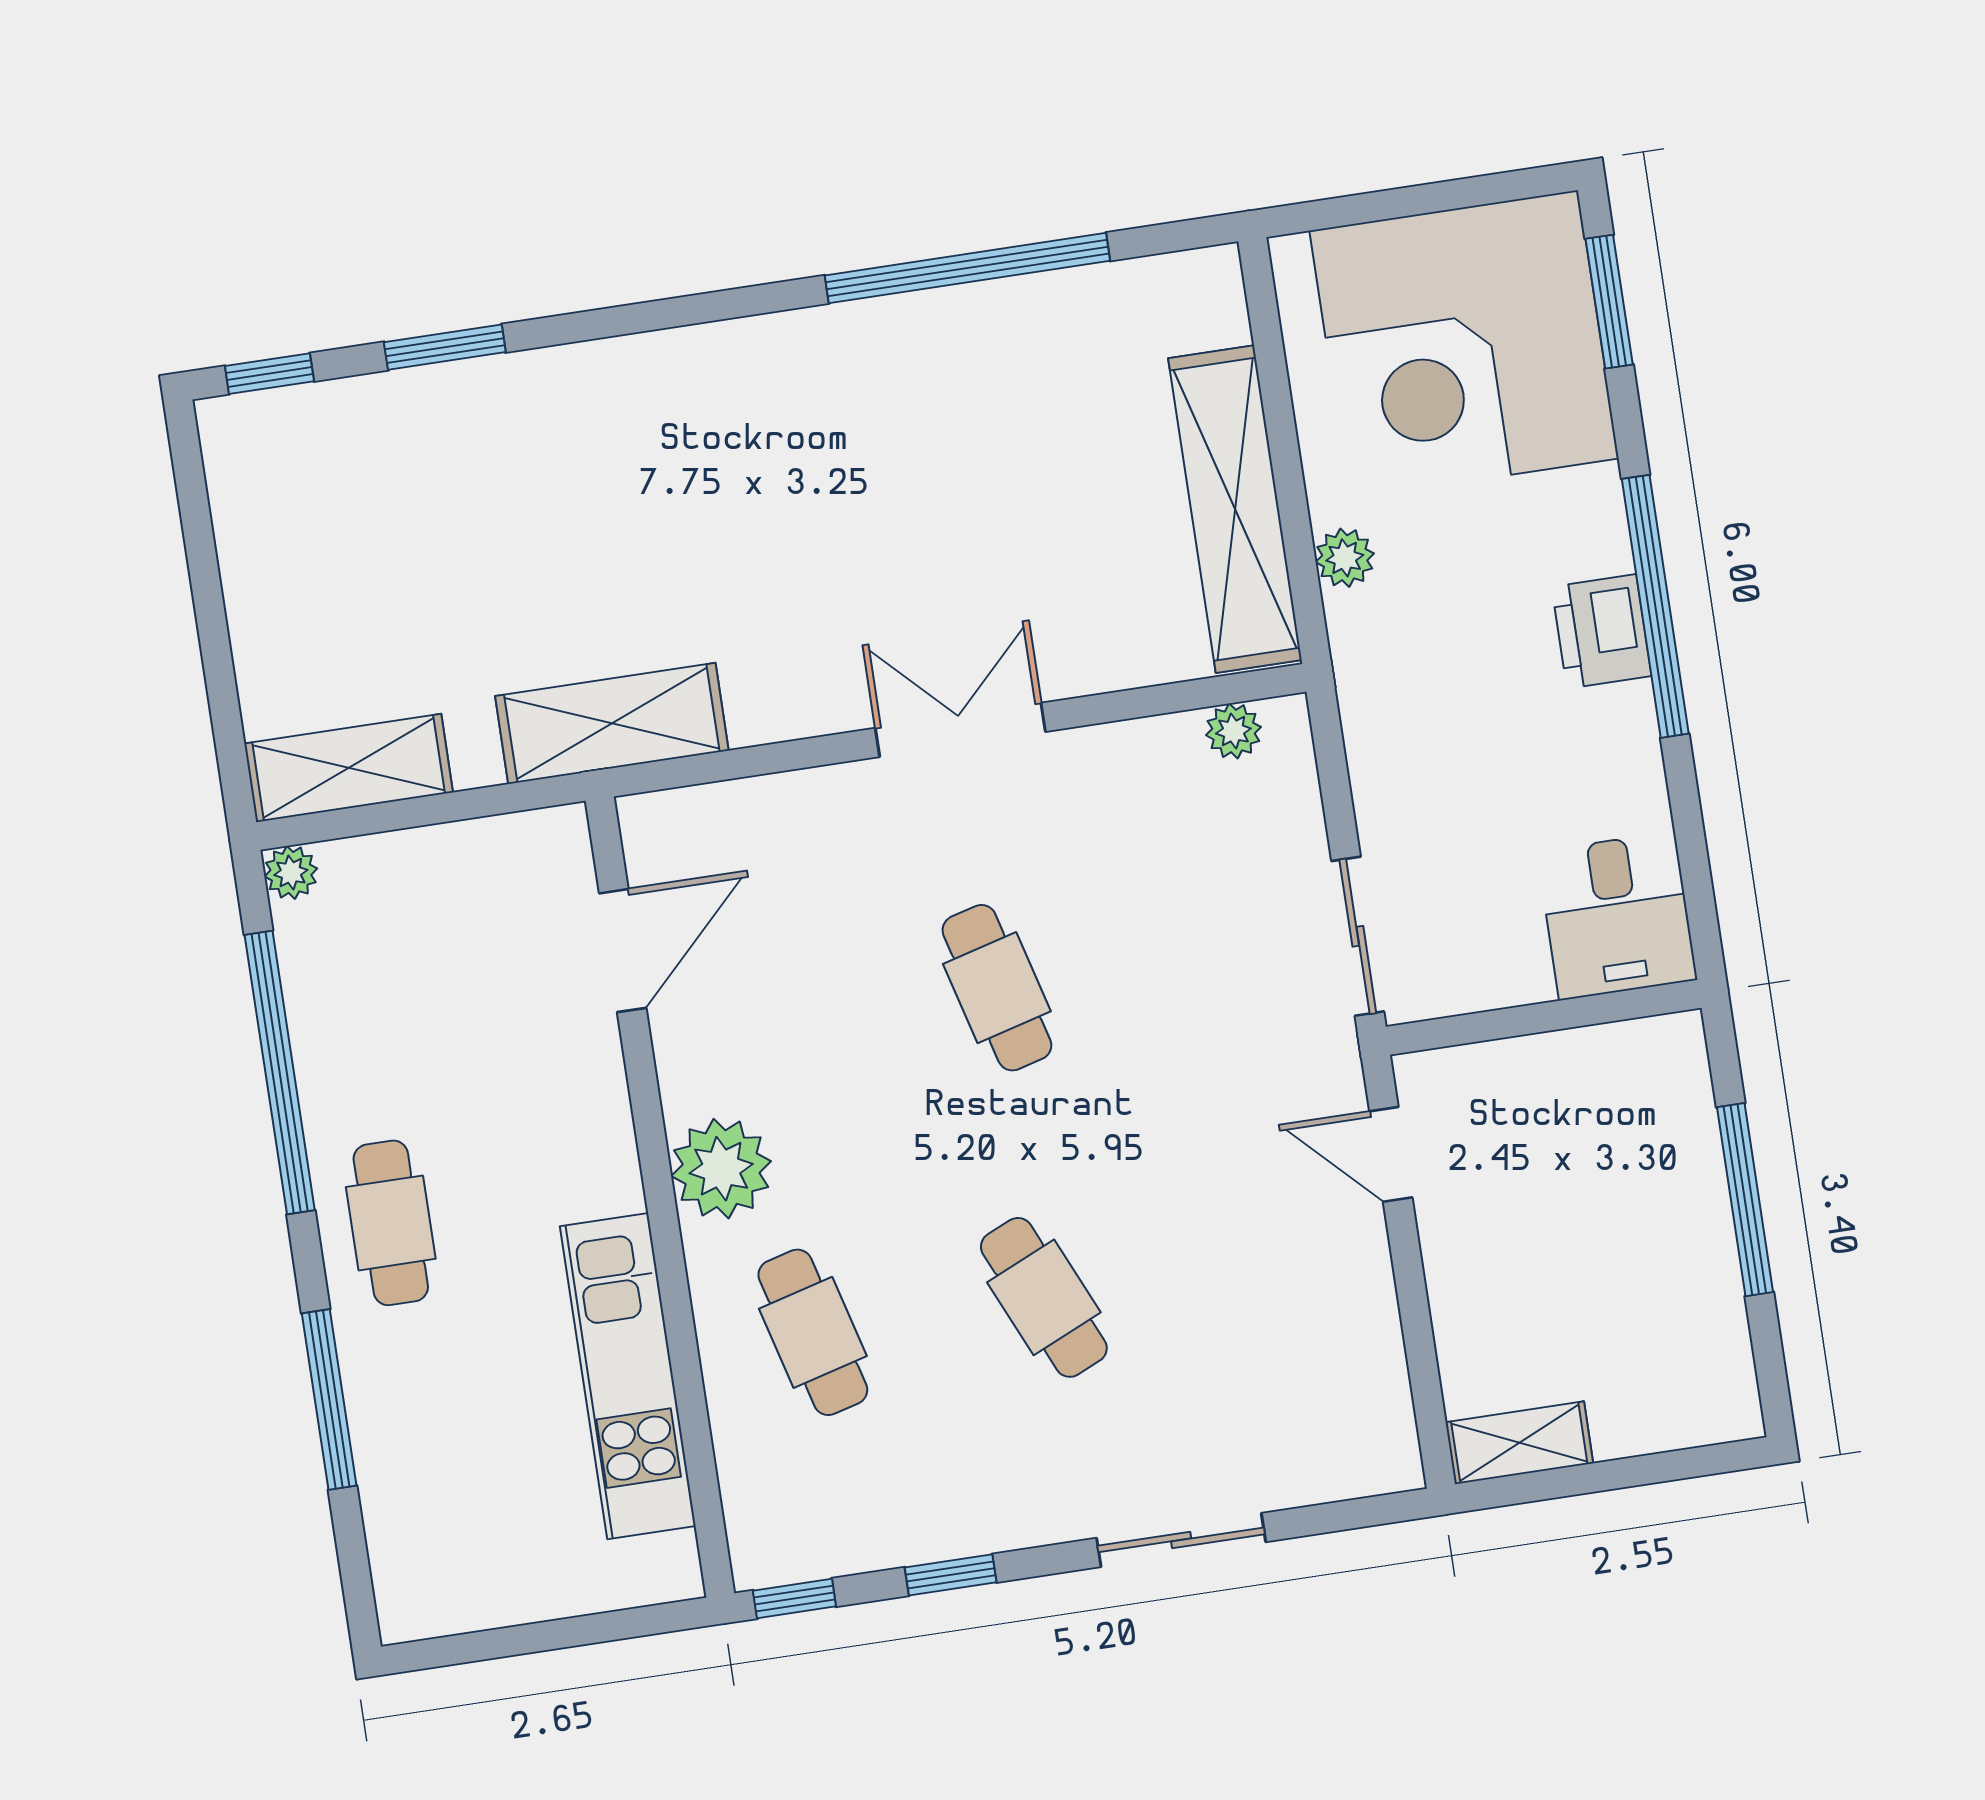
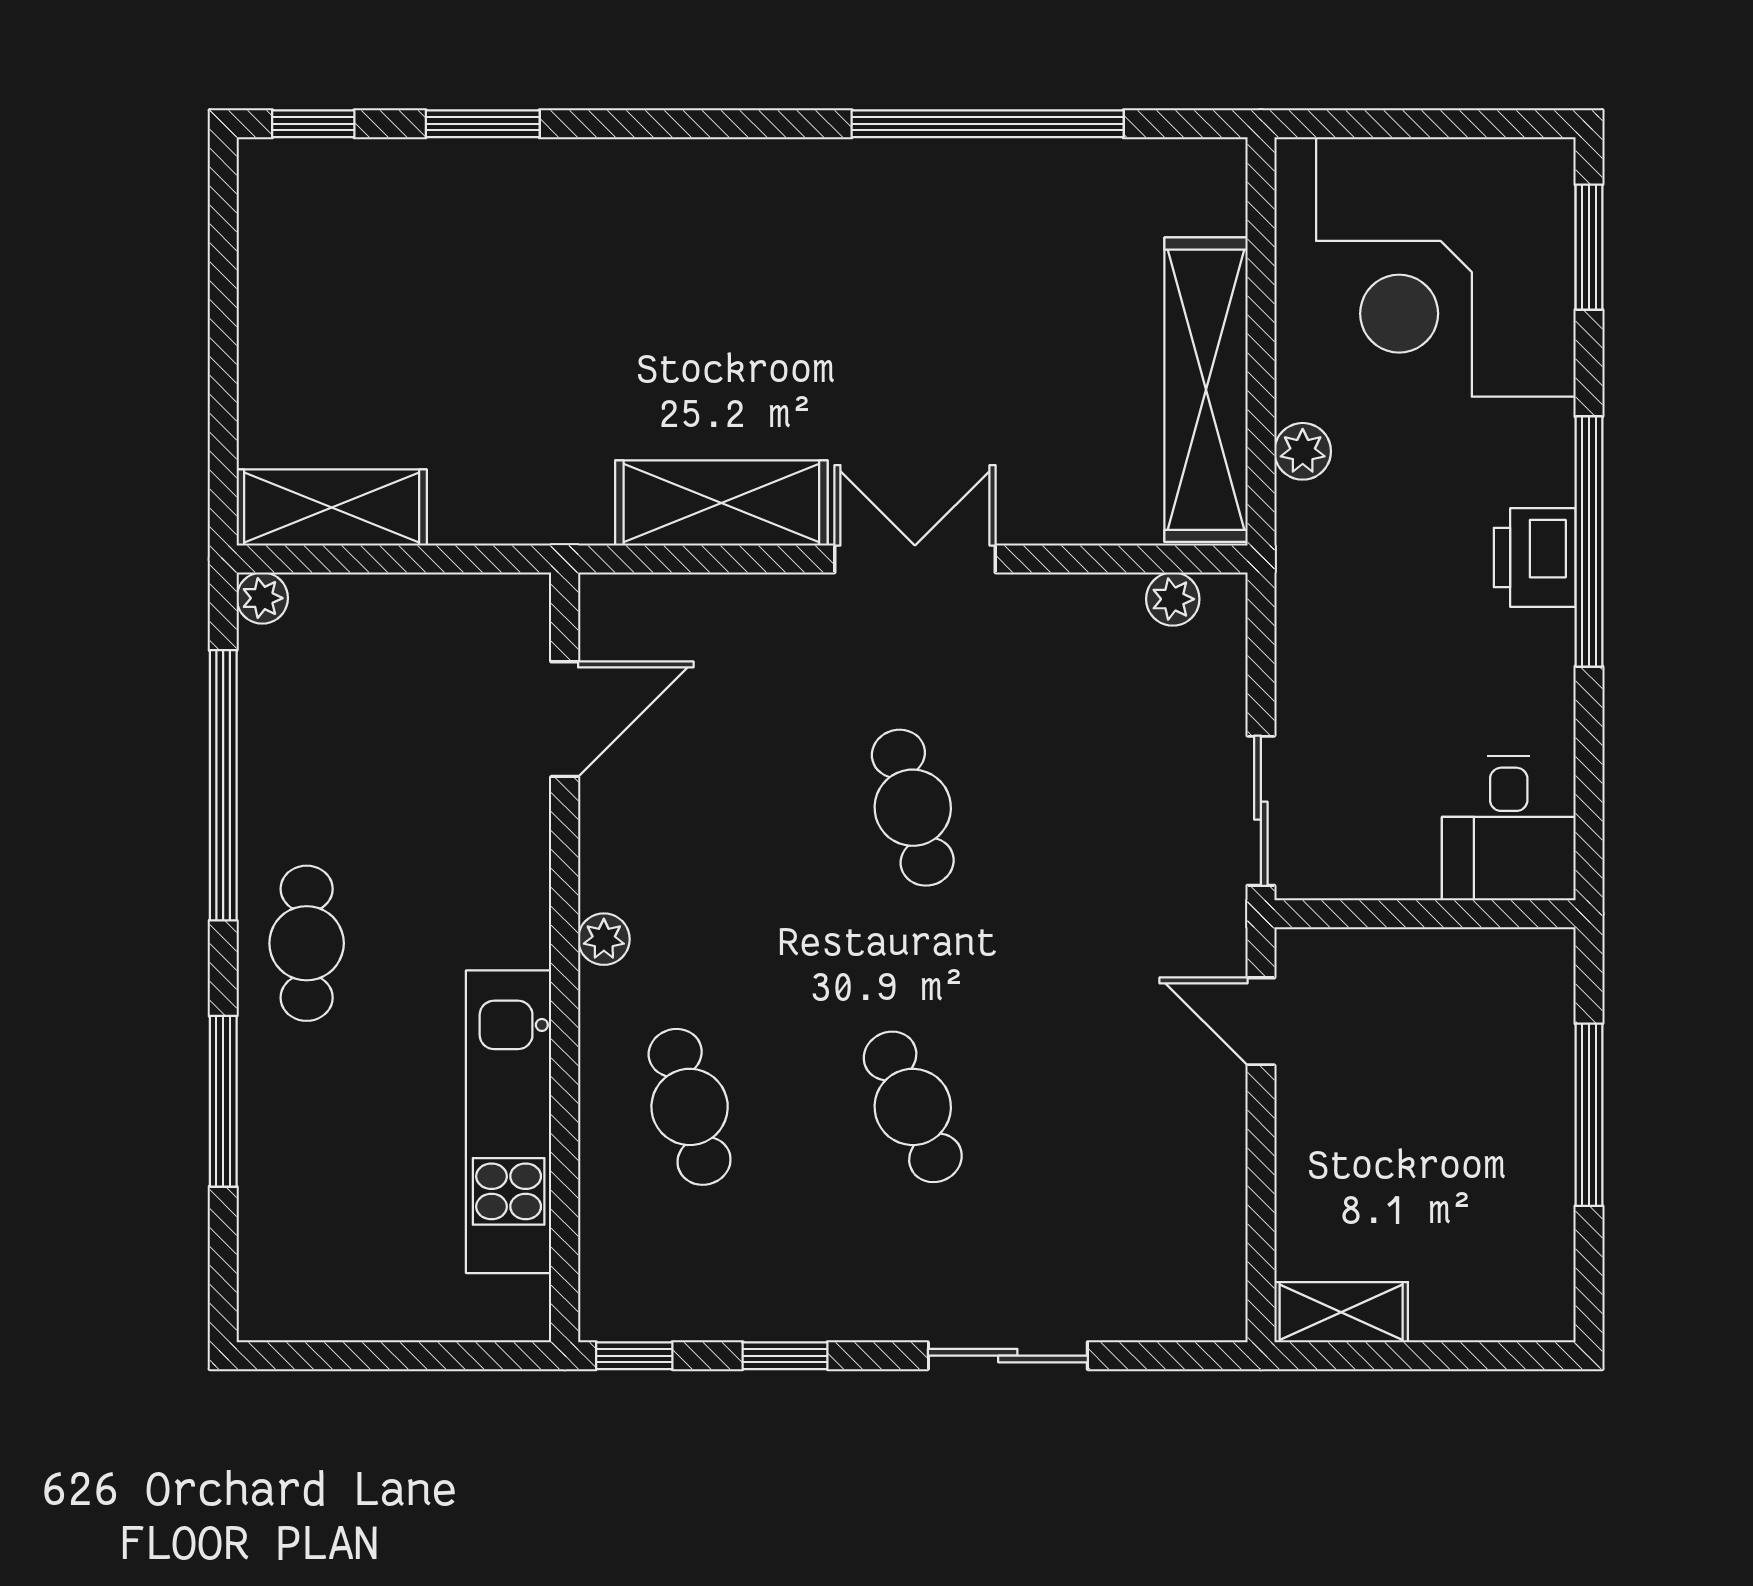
shelving: (612, 723) -> (721, 503), moved
plant: (721, 1169) -> (604, 939), width x0.53, depth x0.53

